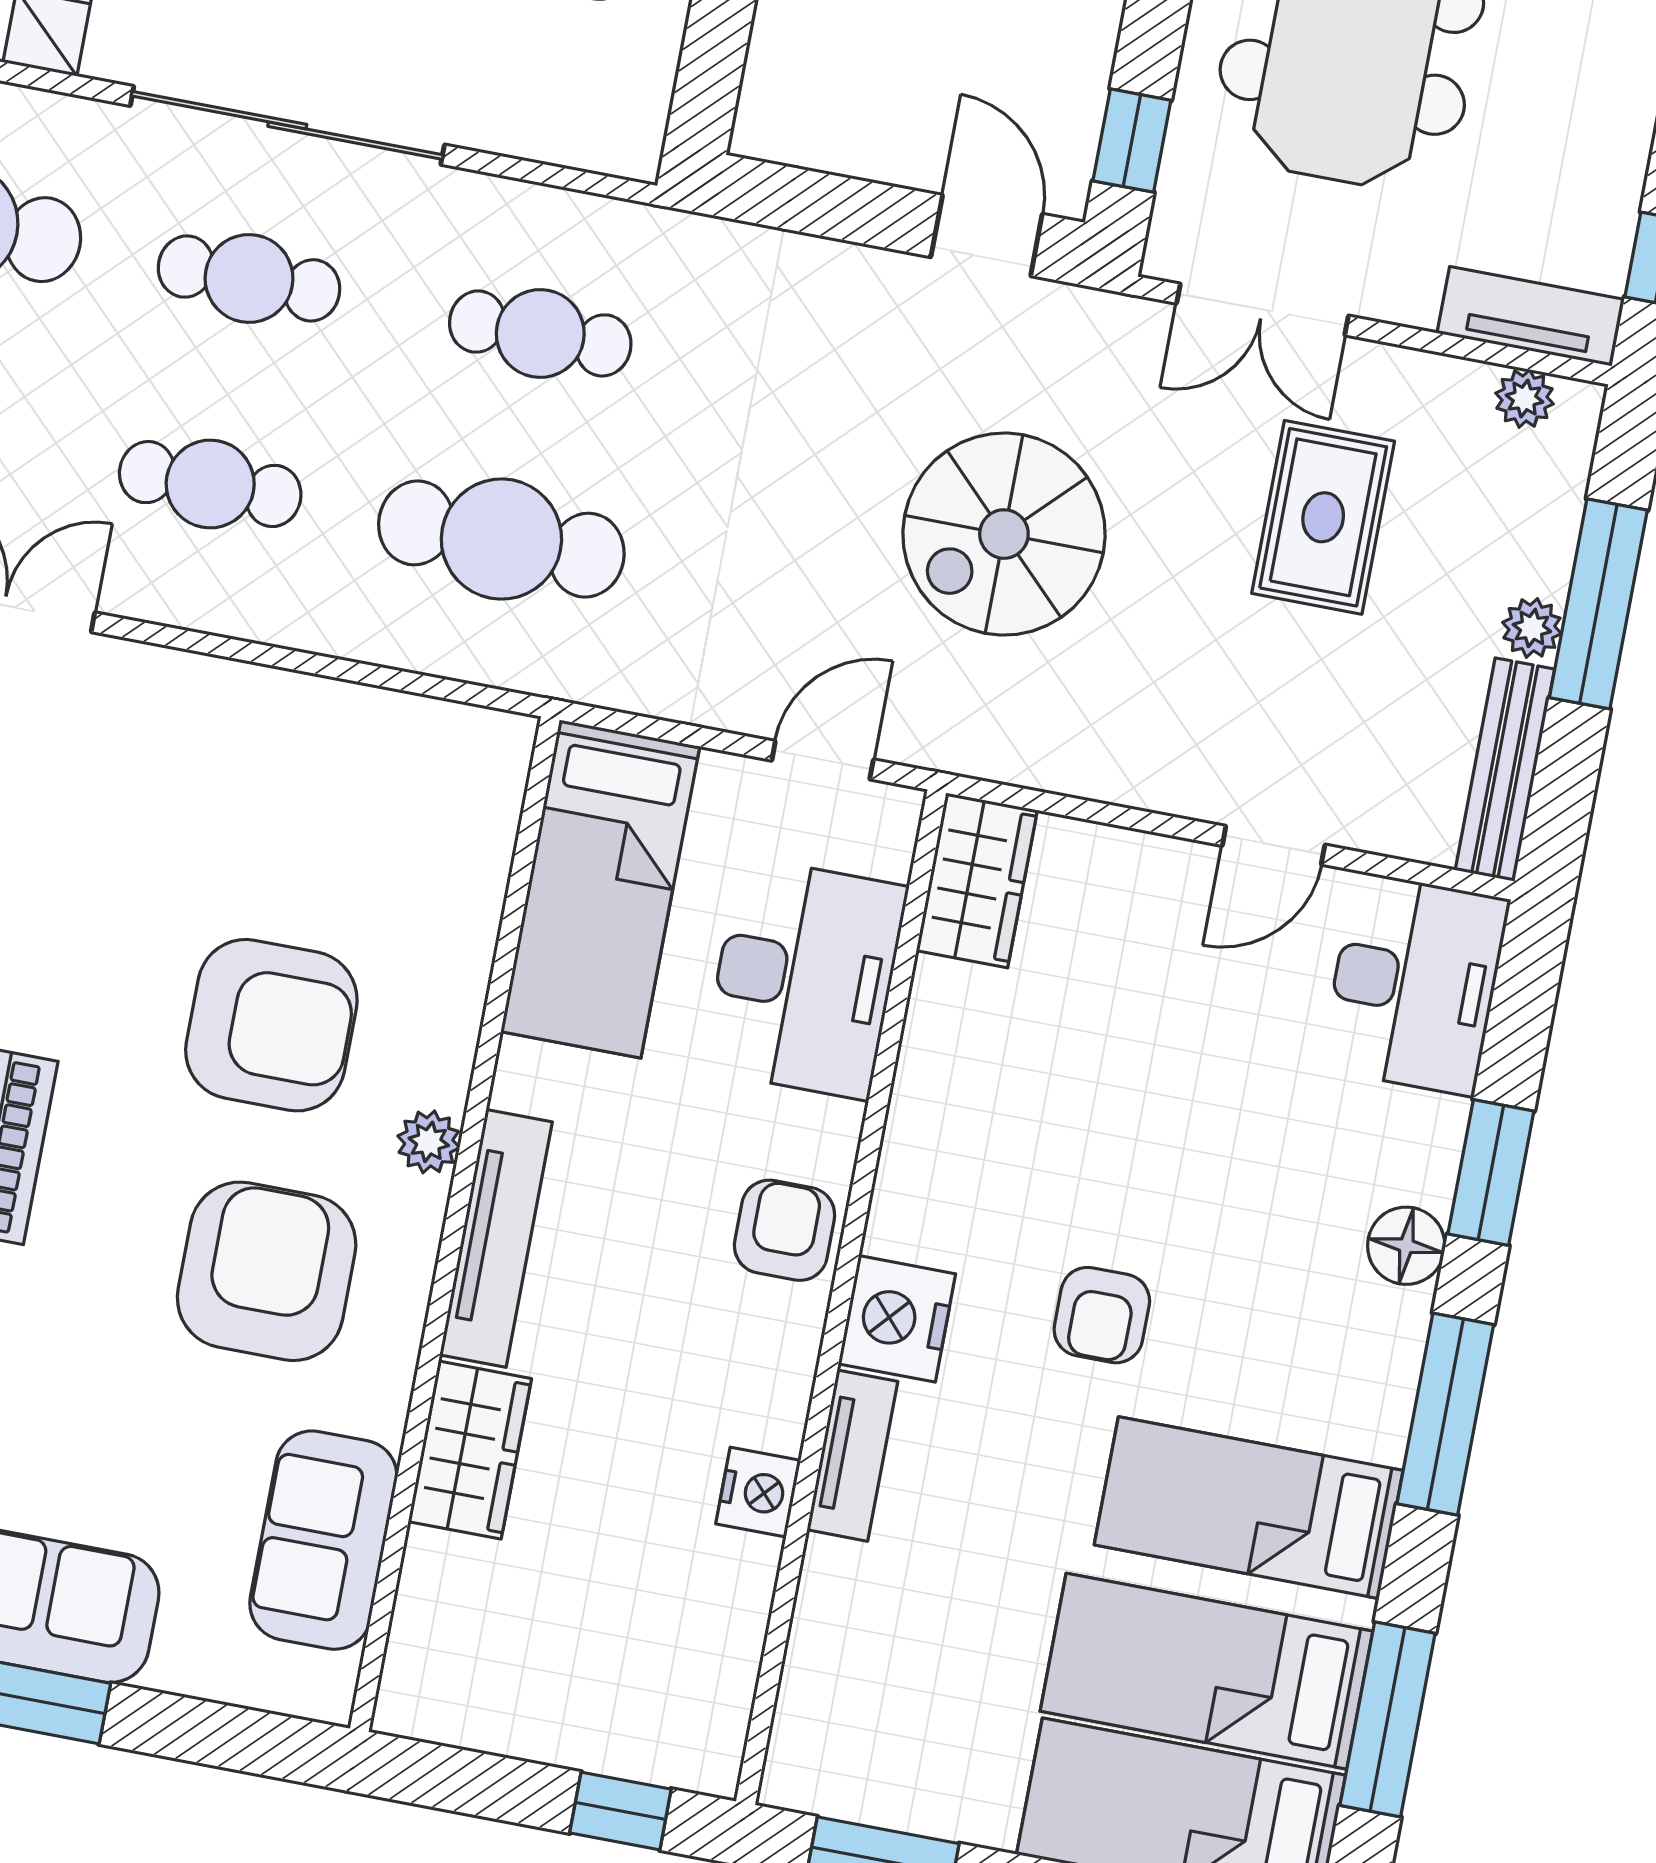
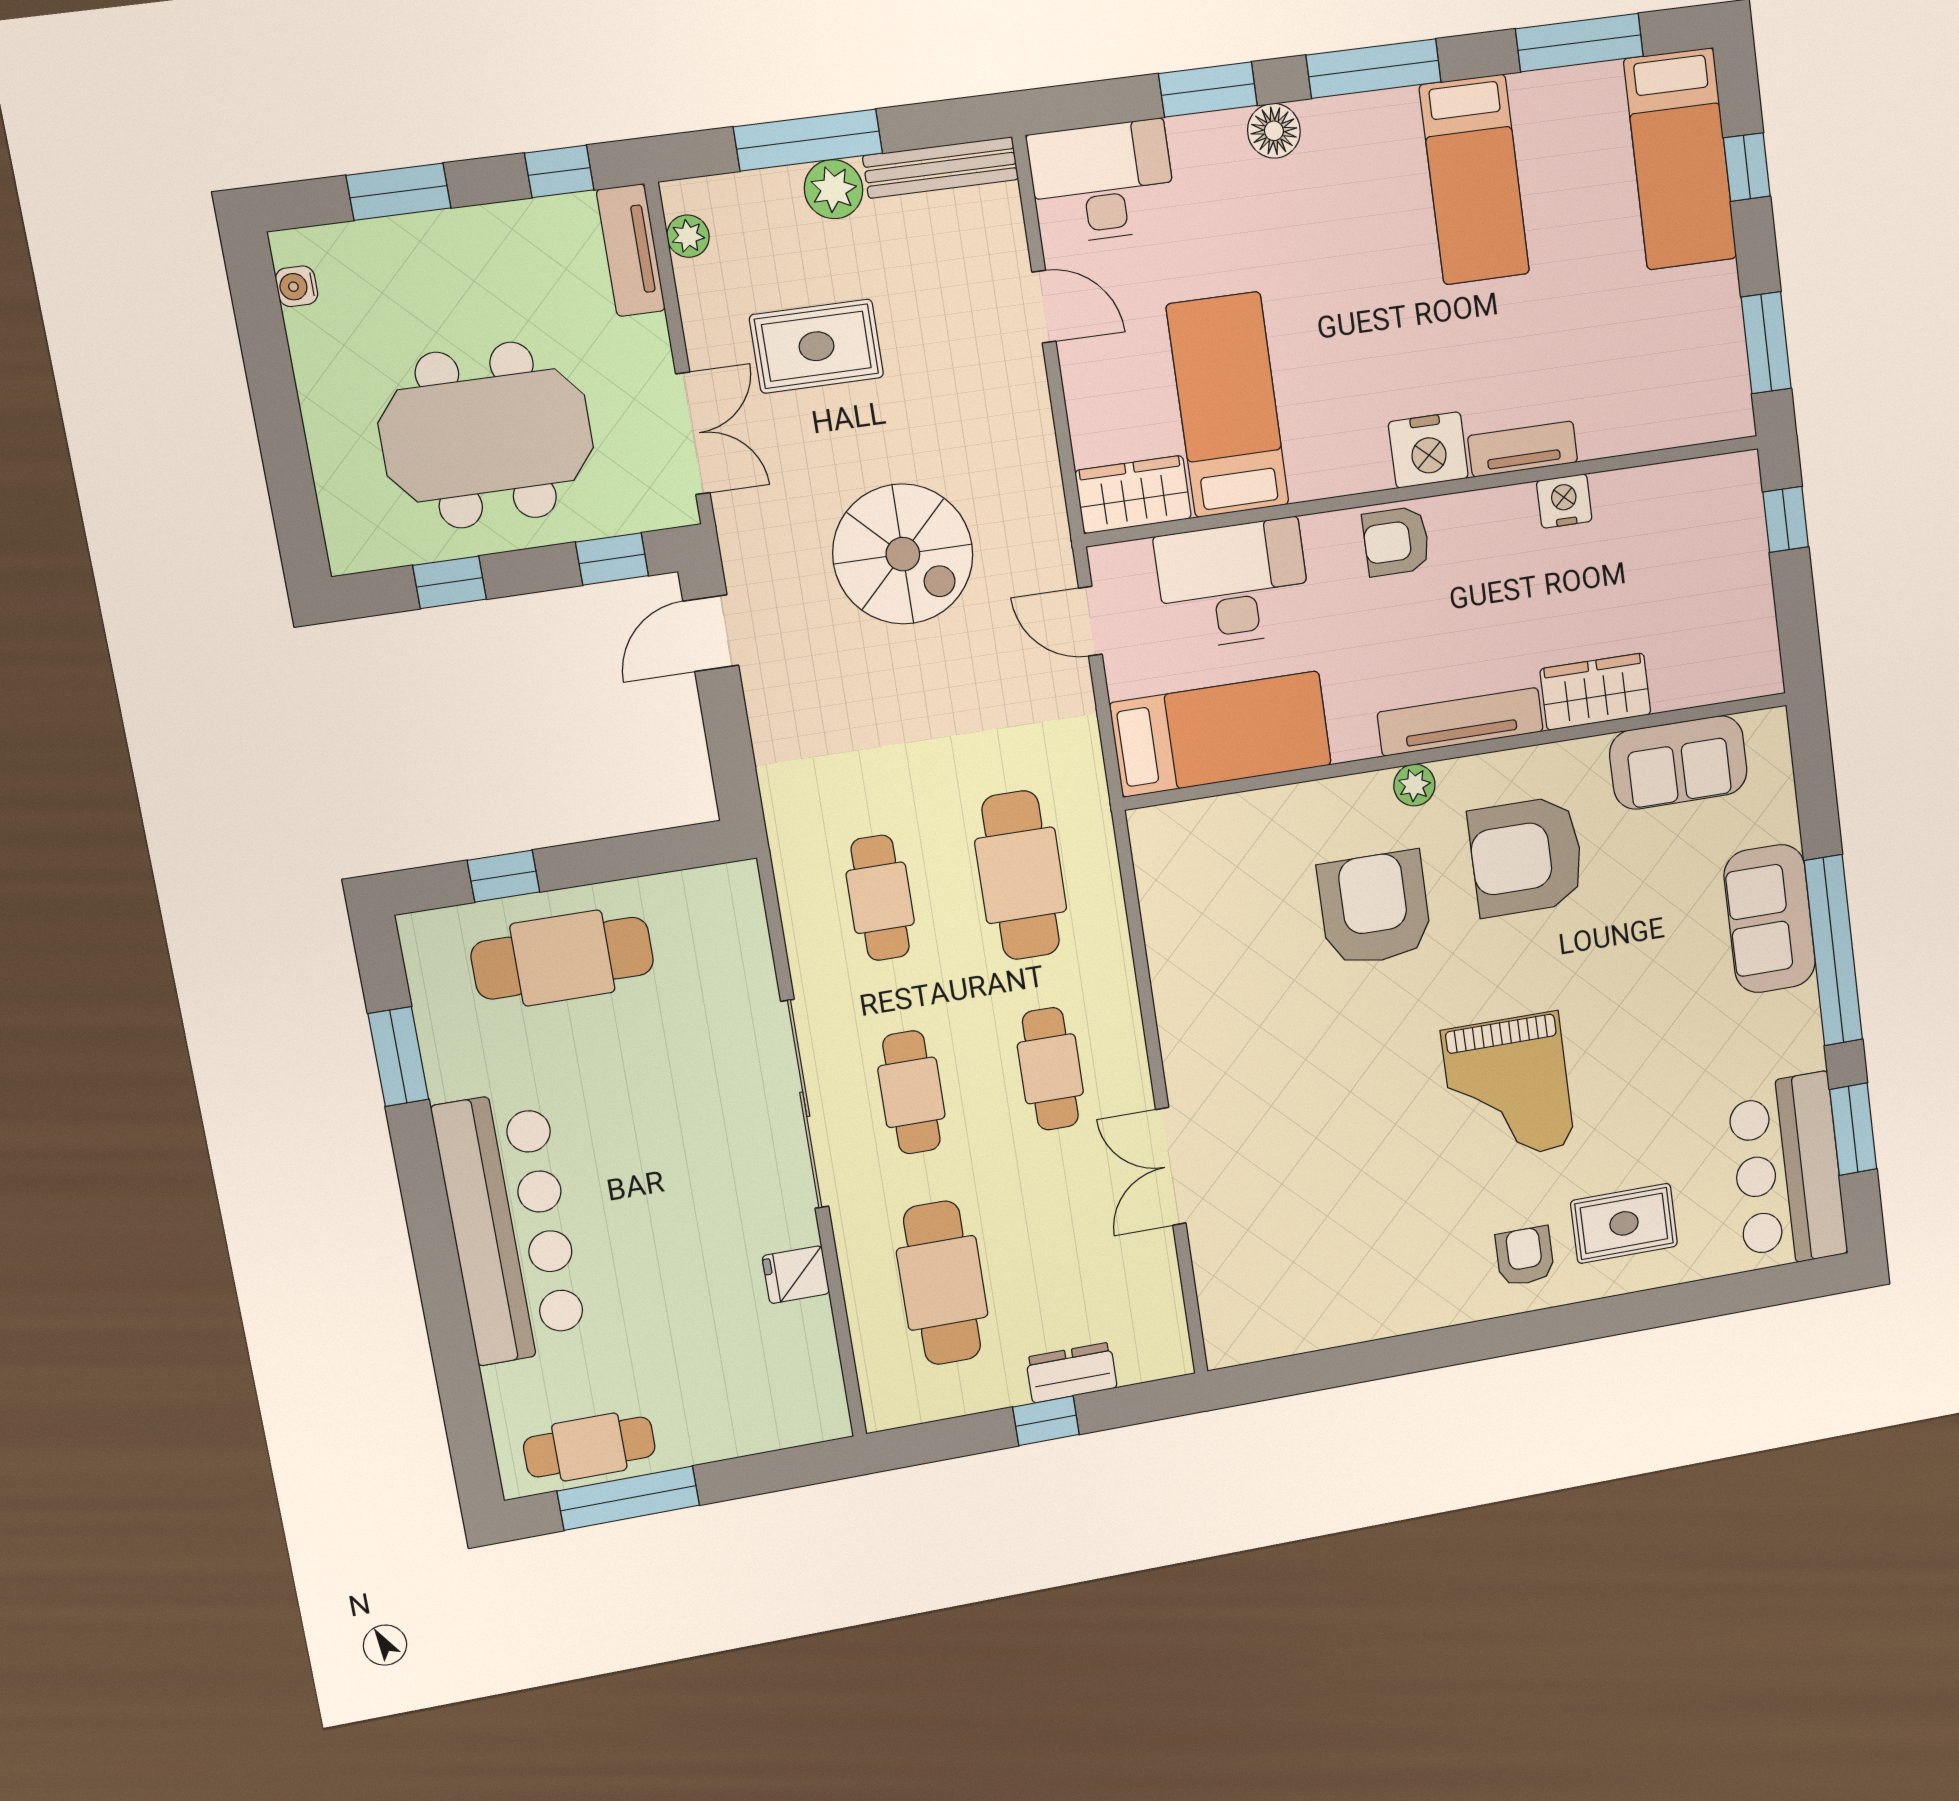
plant: (1532, 628) -> (834, 189), width x1.38, depth x1.38
armchair: (1102, 1315) -> (1383, 318), removed
bed: (1206, 1671) -> (1228, 405), moved, turned 180

